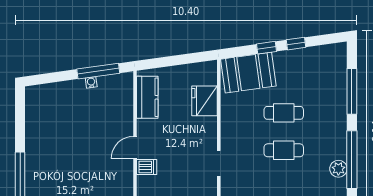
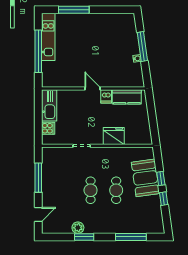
window: (98, 71) -> (142, 46), moved
booth: (248, 73) -> (145, 178), moved
fridge: (204, 101) -> (114, 136), moved
window: (352, 160) -> (84, 237), width x0.47
dishwasher: (147, 167) -> (106, 96), moved

